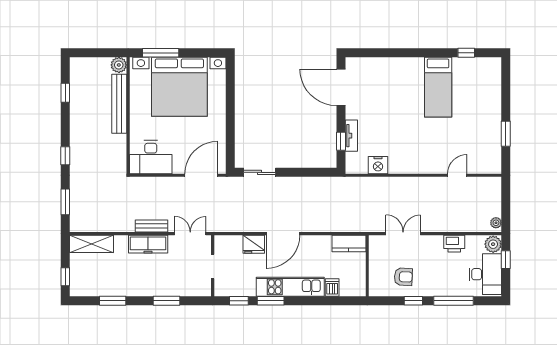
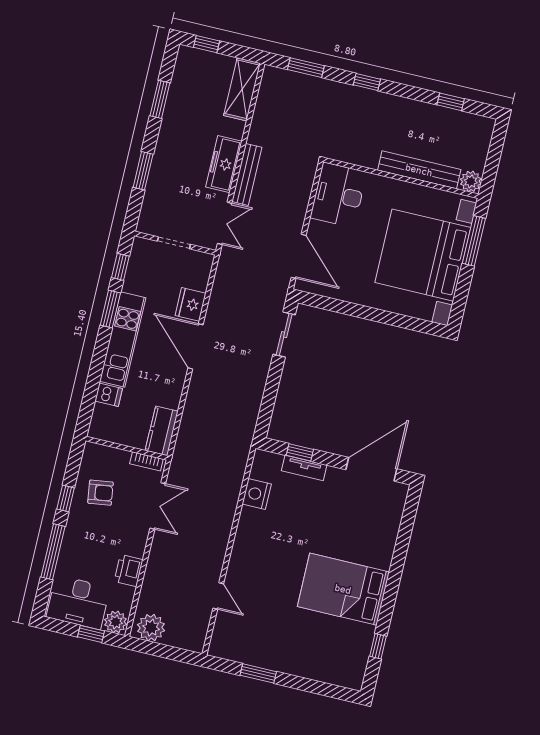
bed: (438, 87) -> (343, 589), width x1.50
plant: (496, 223) -> (151, 628), width x1.88, depth x1.88
bench: (152, 226) -> (247, 174), width x1.36
bookcase: (373, 249) -> (146, 461), added
armchair: (403, 277) -> (101, 493), turned -101

